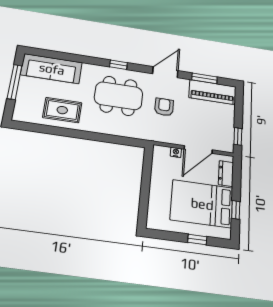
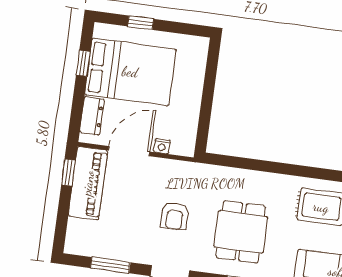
piano: (212, 92) -> (88, 183), moved, turned 90
dining table: (119, 96) -> (241, 232), width x0.73

